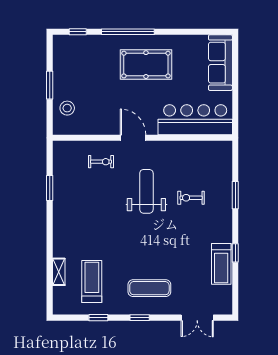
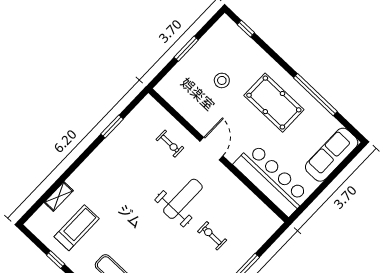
window: (128, 32) -> (315, 95), moved
stool: (67, 108) -> (222, 80), moved

